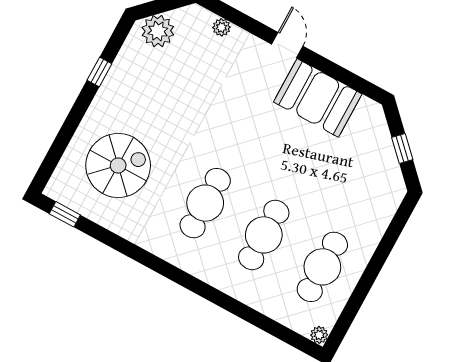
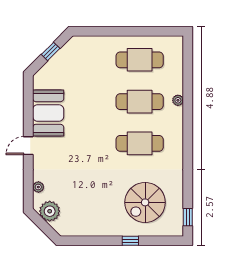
plant: (158, 31) -> (50, 211), moved
window: (99, 72) -> (130, 241), moved
spiral stairs: (118, 165) -> (145, 202), turned -90
plant: (319, 335) -> (178, 100), moved

